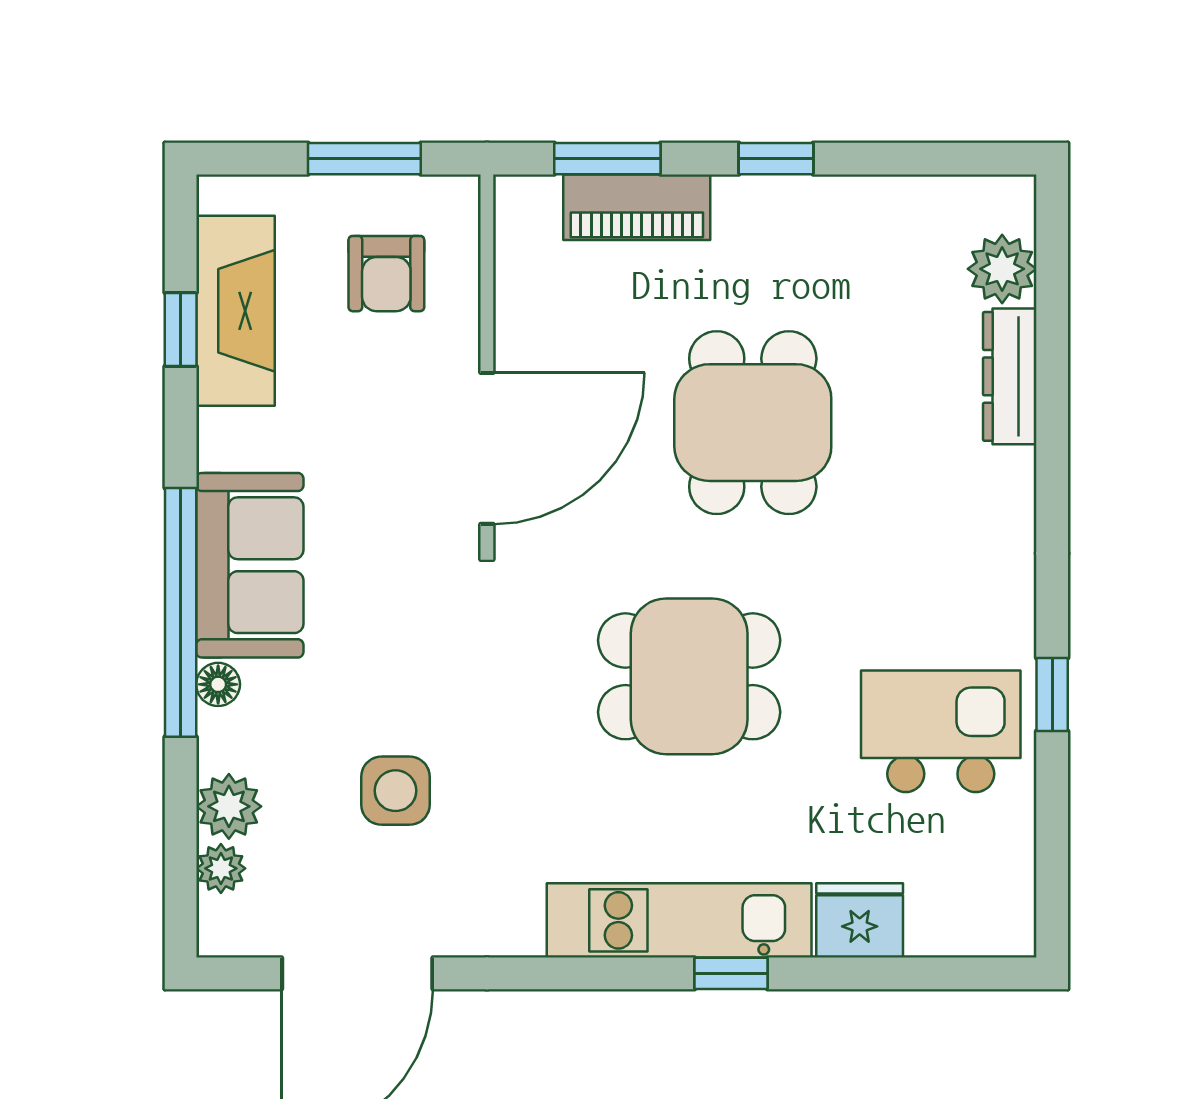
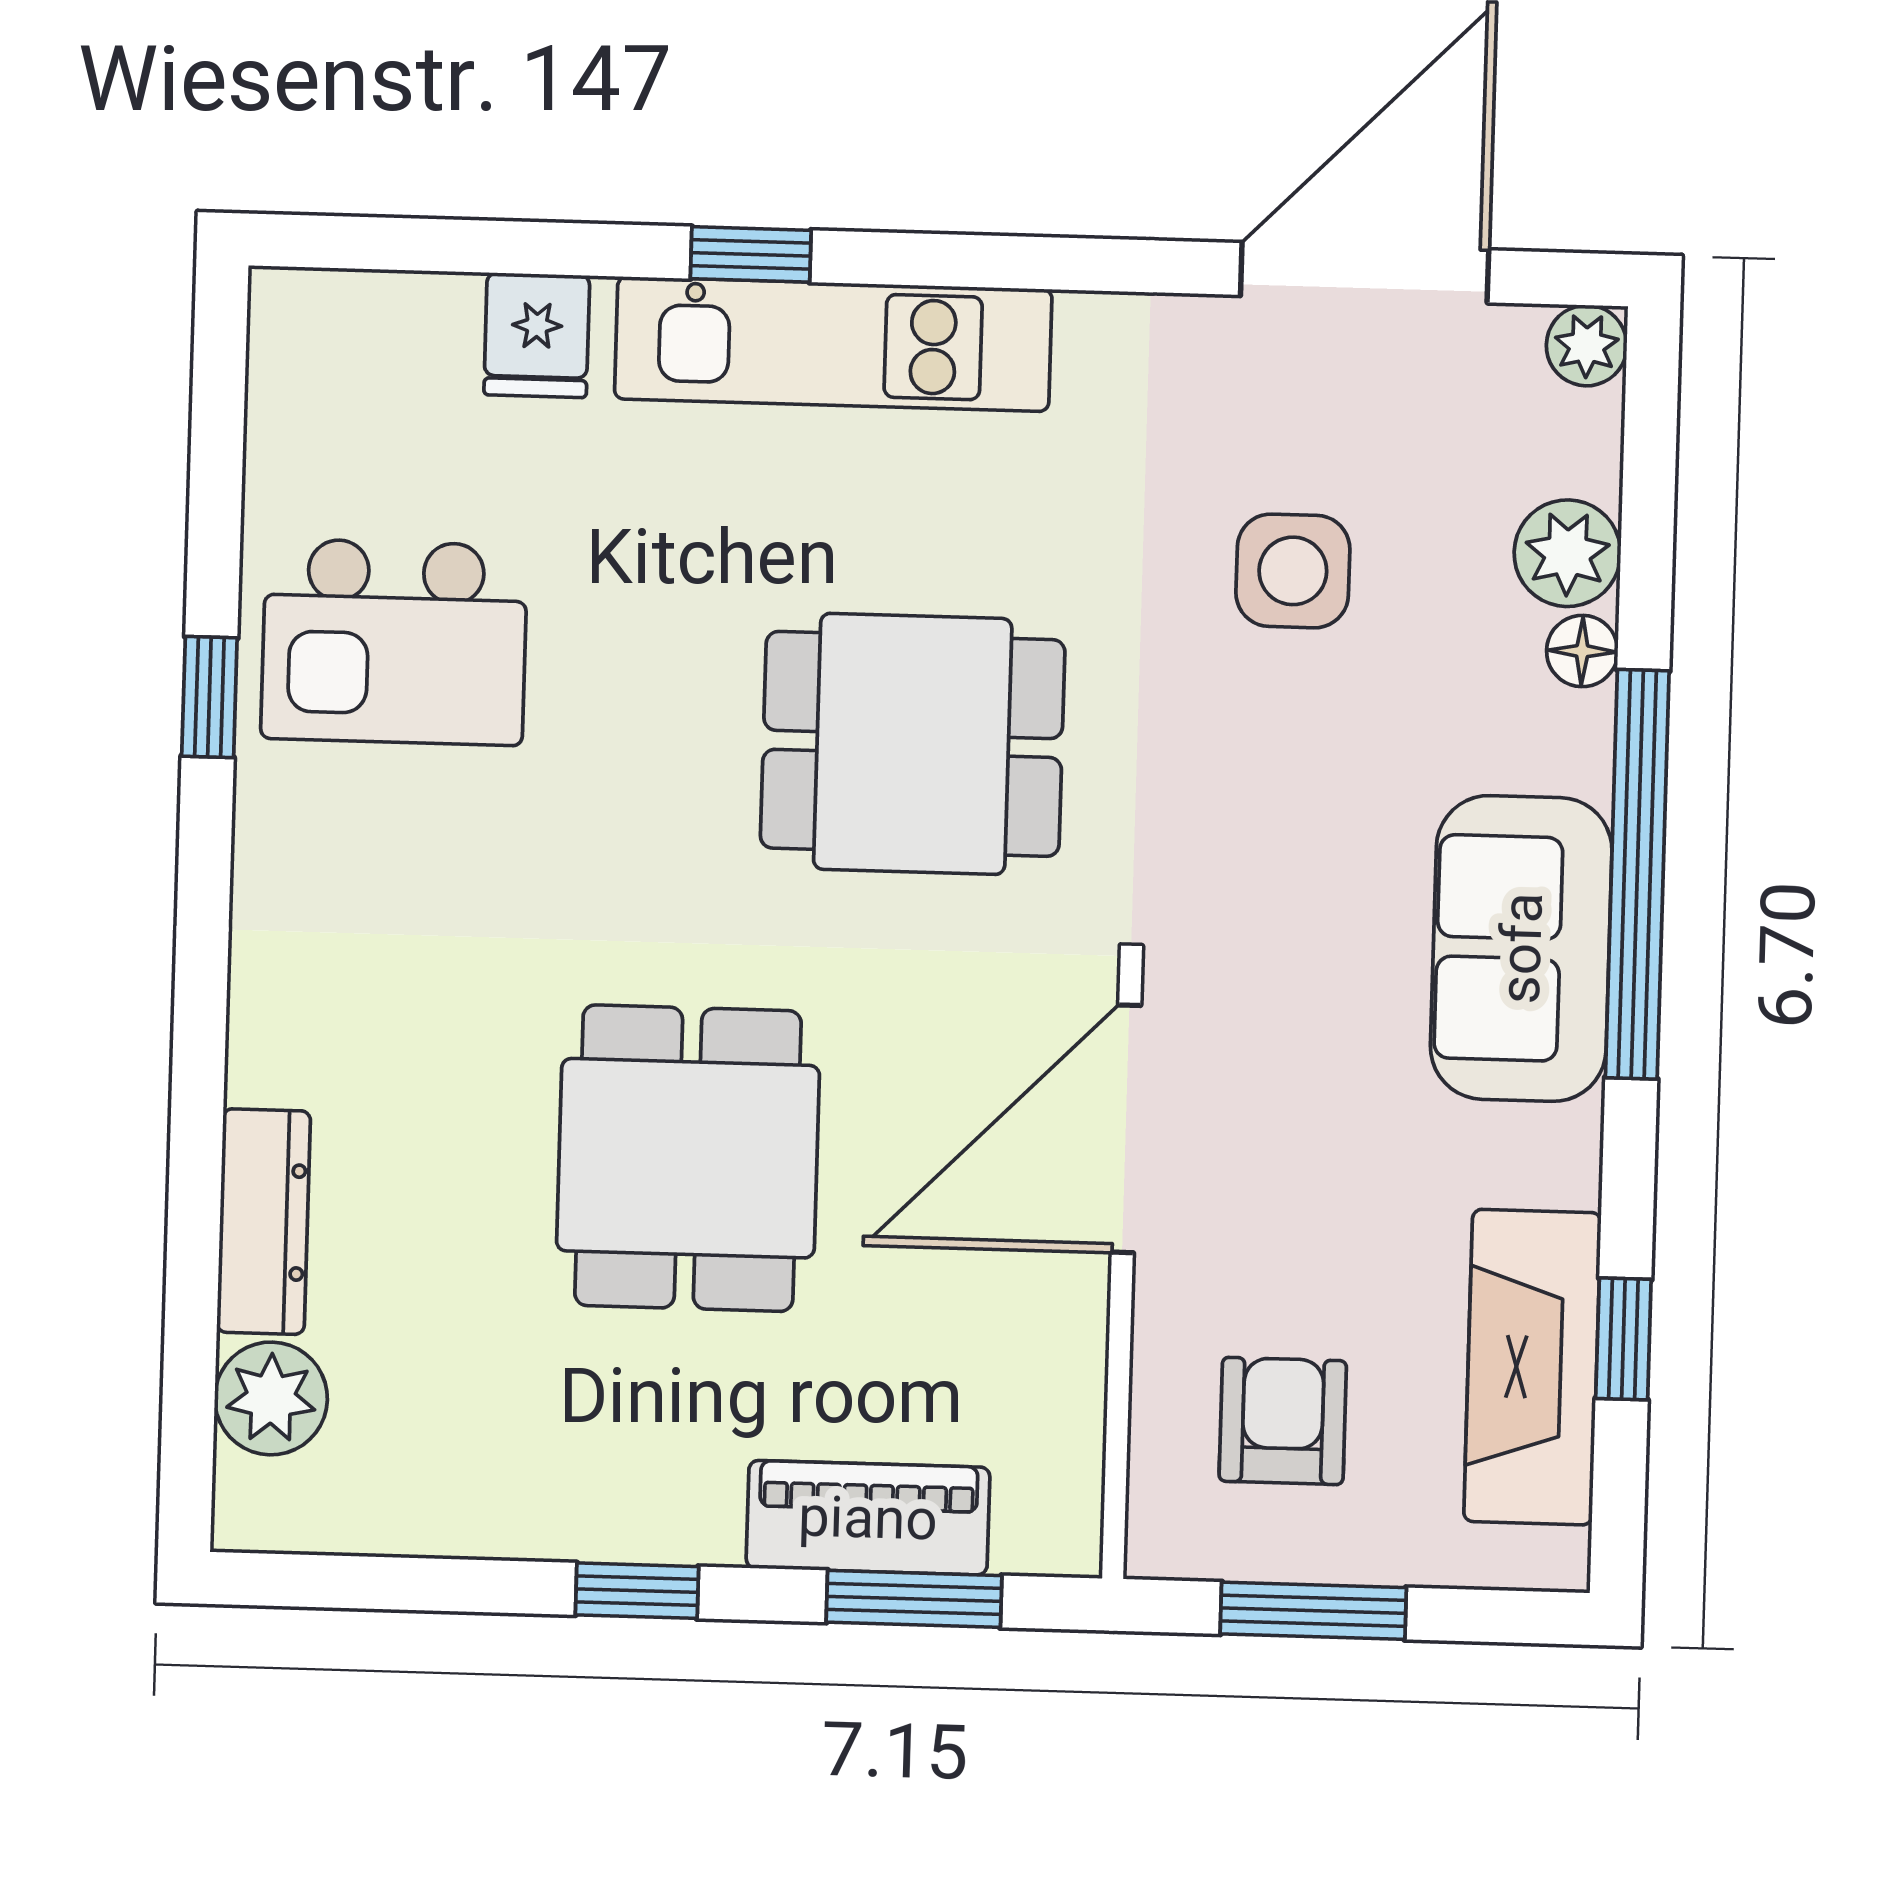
dining table: (689, 676) -> (913, 744), moved
floor lamp: (218, 684) -> (1582, 651), moved
plant: (221, 868) -> (1587, 346), moved
fridge: (860, 920) -> (537, 335), width x0.72

